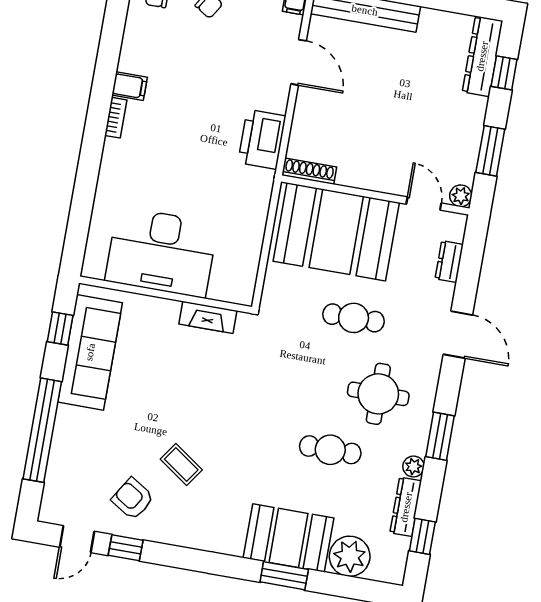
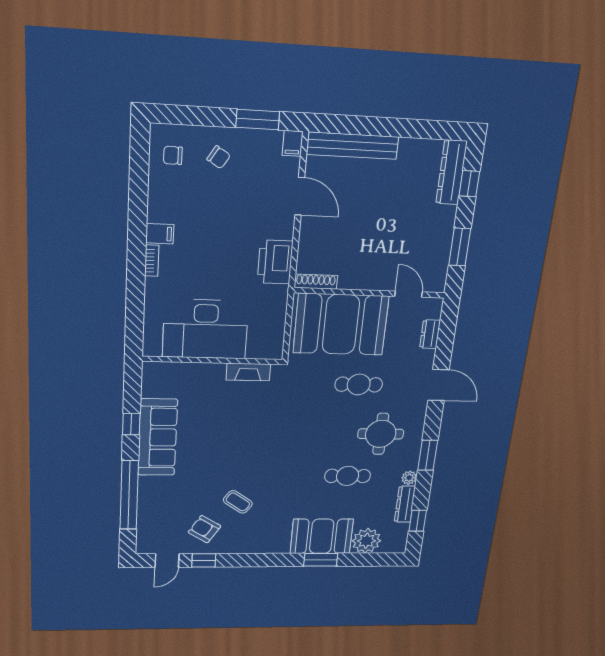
plant: (461, 196) -> (437, 284), removed
desk: (161, 252) -> (205, 329), moved
wall: (166, 295) -> (213, 360), moved
fireplace: (208, 317) -> (248, 372), moved

